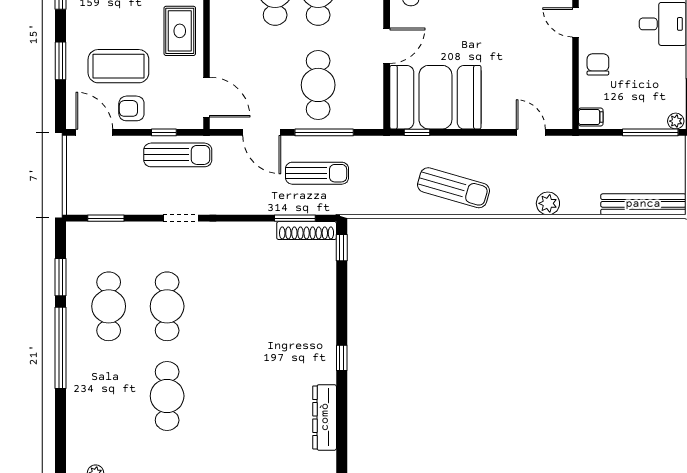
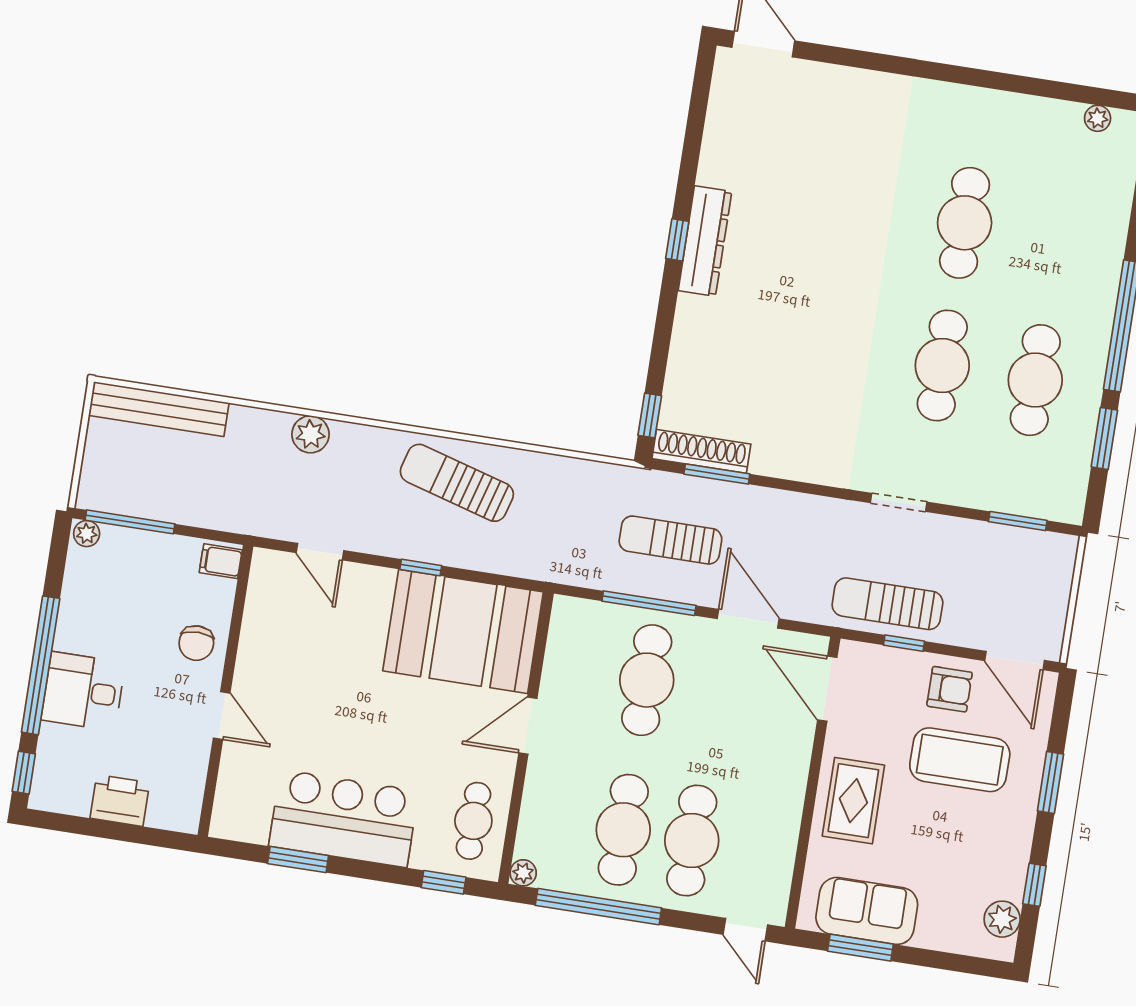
window: (417, 132) -> (421, 567), moved
dresser: (325, 417) -> (705, 241), moved

